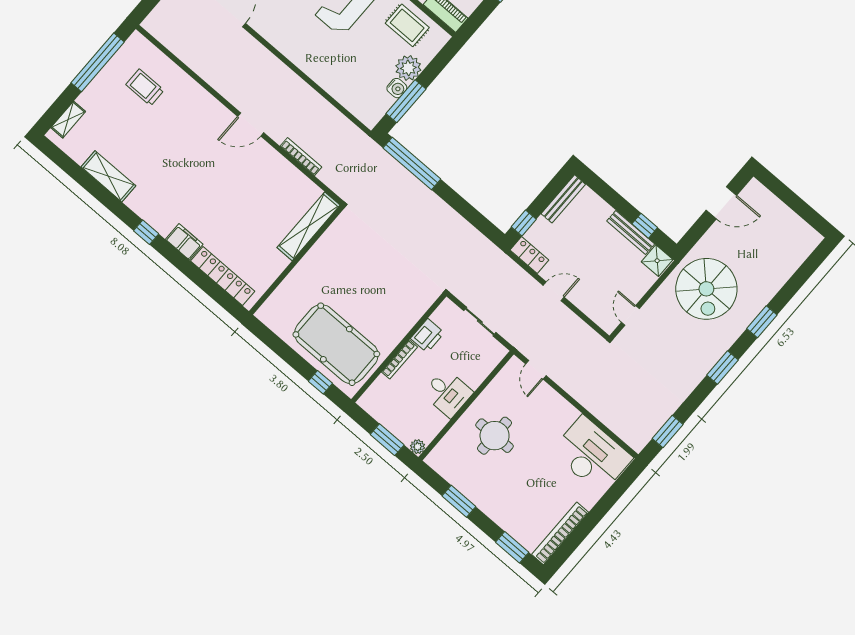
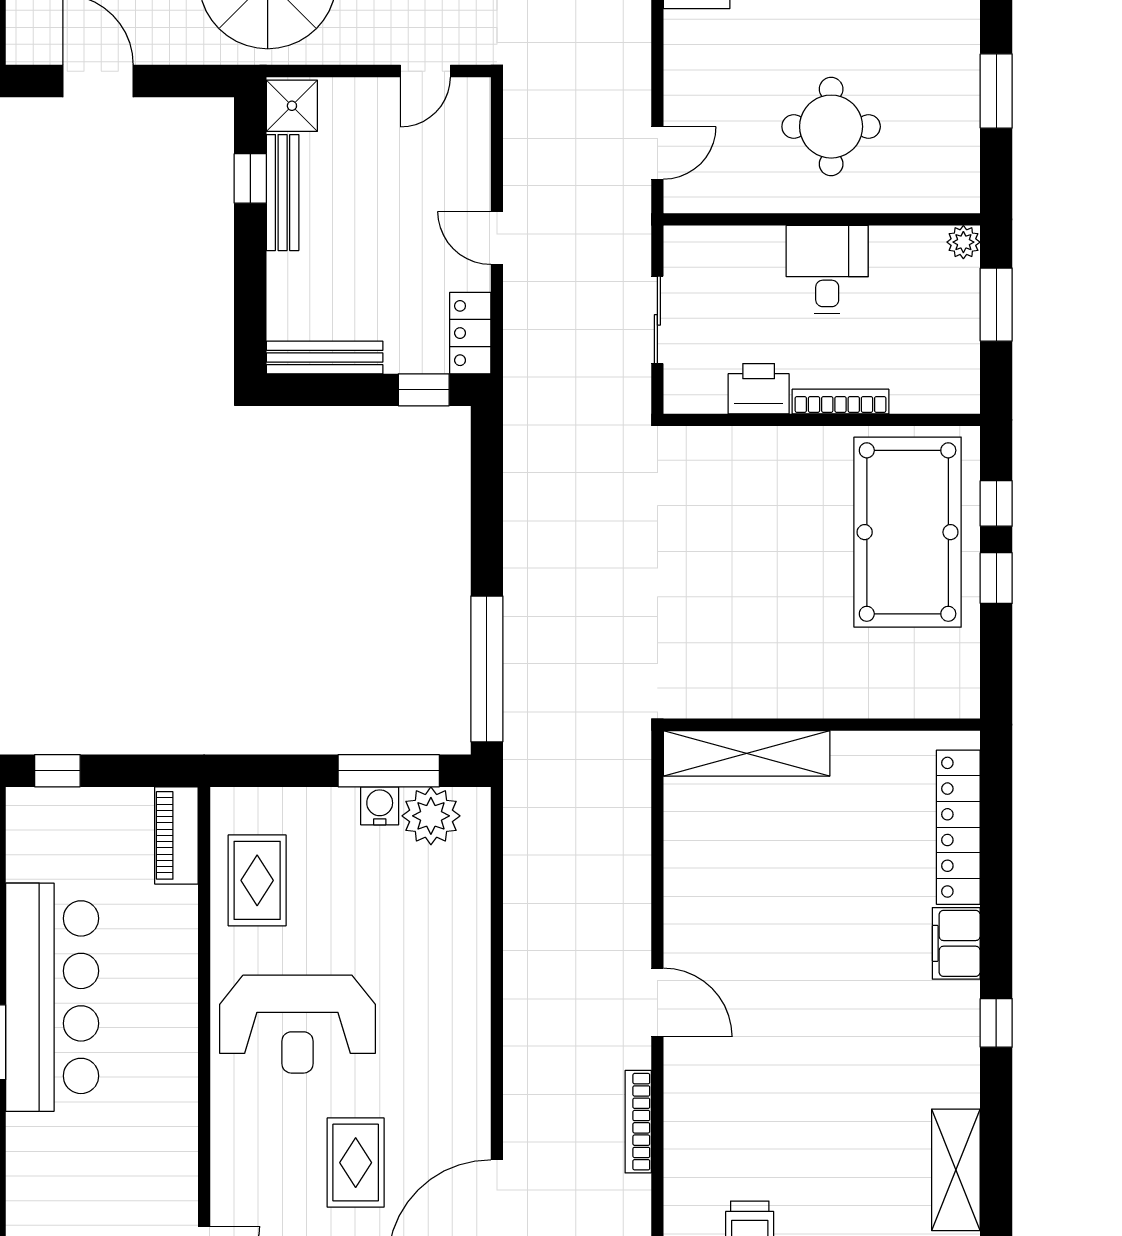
plant: (408, 68) -> (431, 816), moved
bookcase: (301, 156) -> (638, 1122), moved
window: (295, 361) -> (996, 578), added

